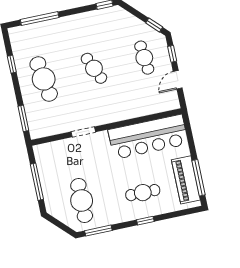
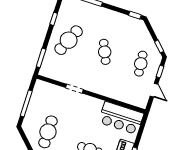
cafe table: (44, 79) -> (69, 40), turned 33
door: (178, 80) -> (154, 90), swing flipped
bar counter: (148, 137) -> (121, 118), width x0.73

